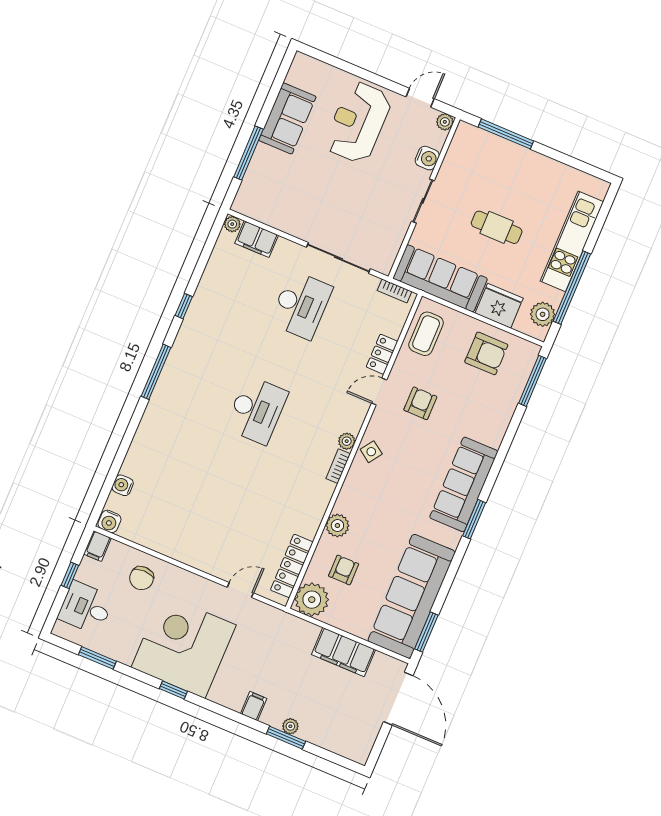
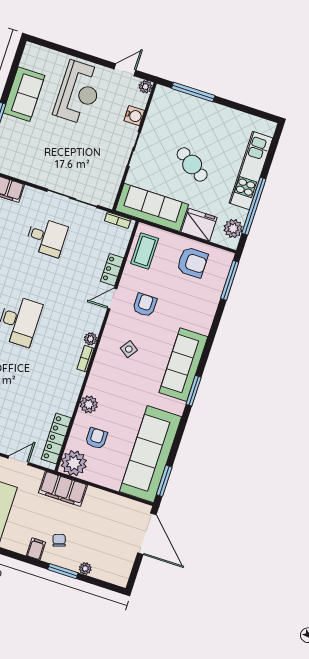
reception desk: (358, 122) -> (79, 93), turned 180
cafe table: (497, 227) -> (192, 164), turned 33
desk: (301, 305) -> (47, 237), width x0.73
side table: (371, 452) -> (129, 349), moved
filing cabinet: (344, 652) -> (63, 489), moved
chair: (284, 697) -> (59, 540), added
plant: (290, 726) -> (85, 568), moved

